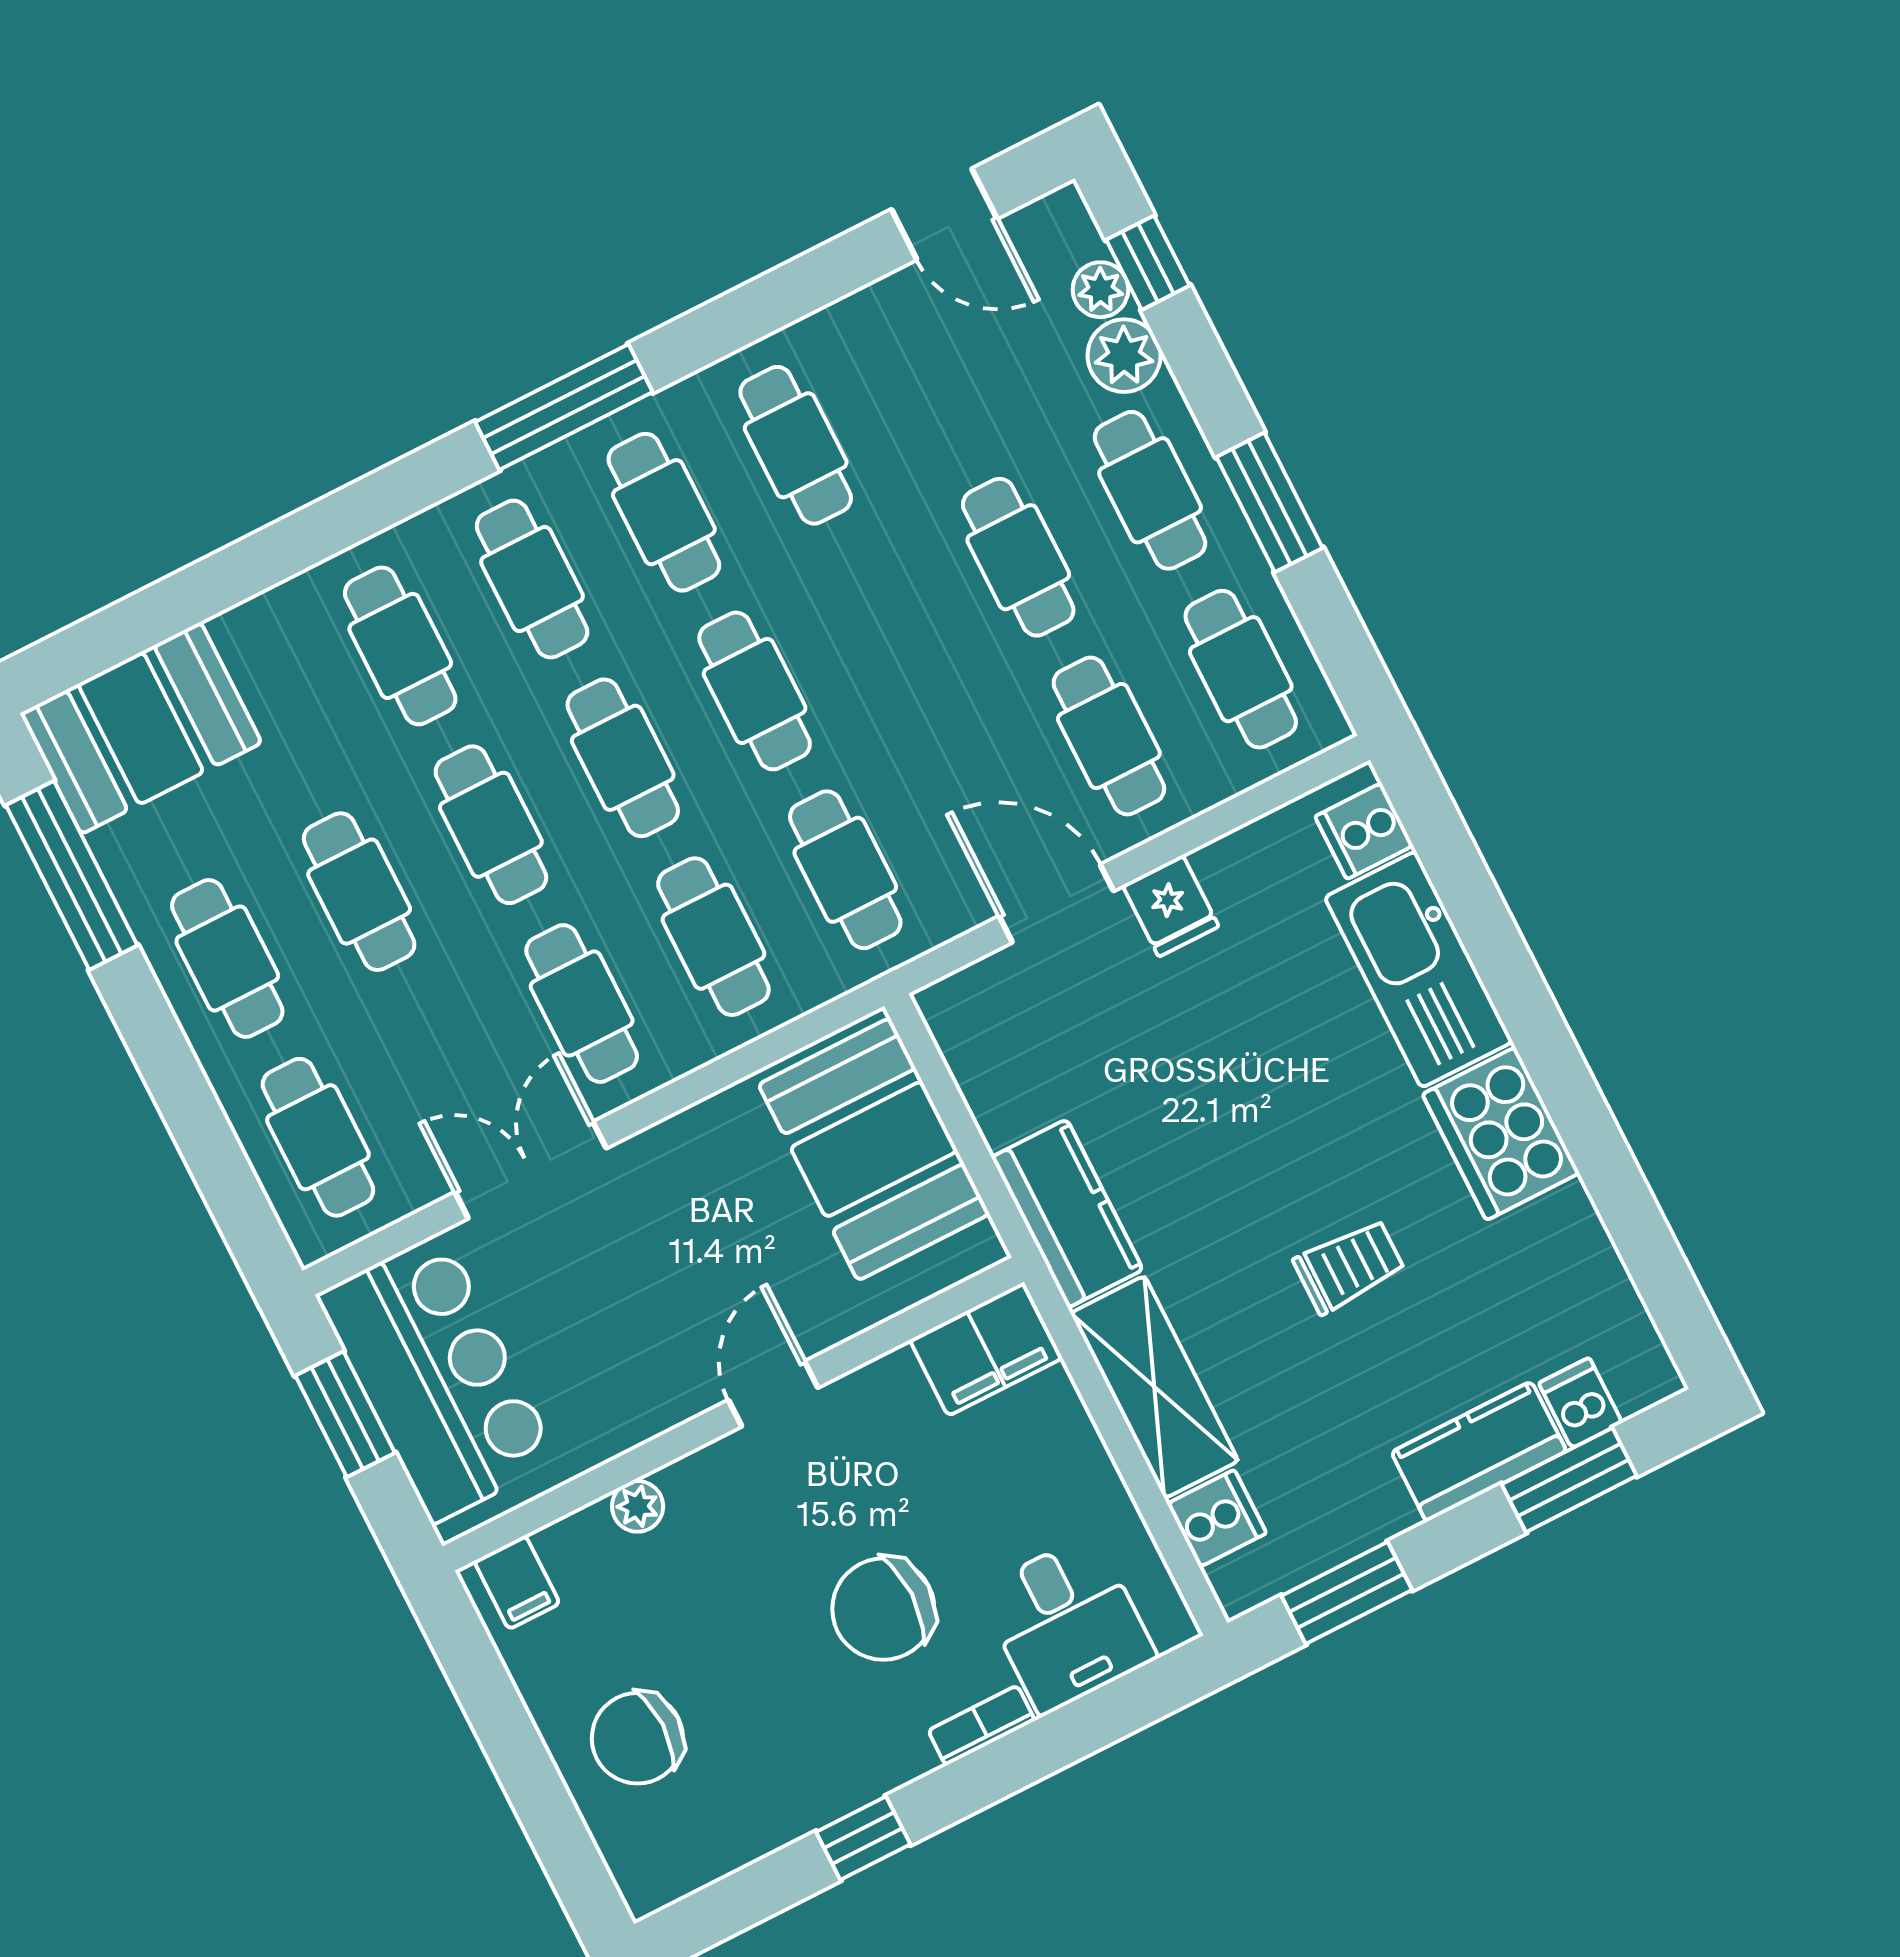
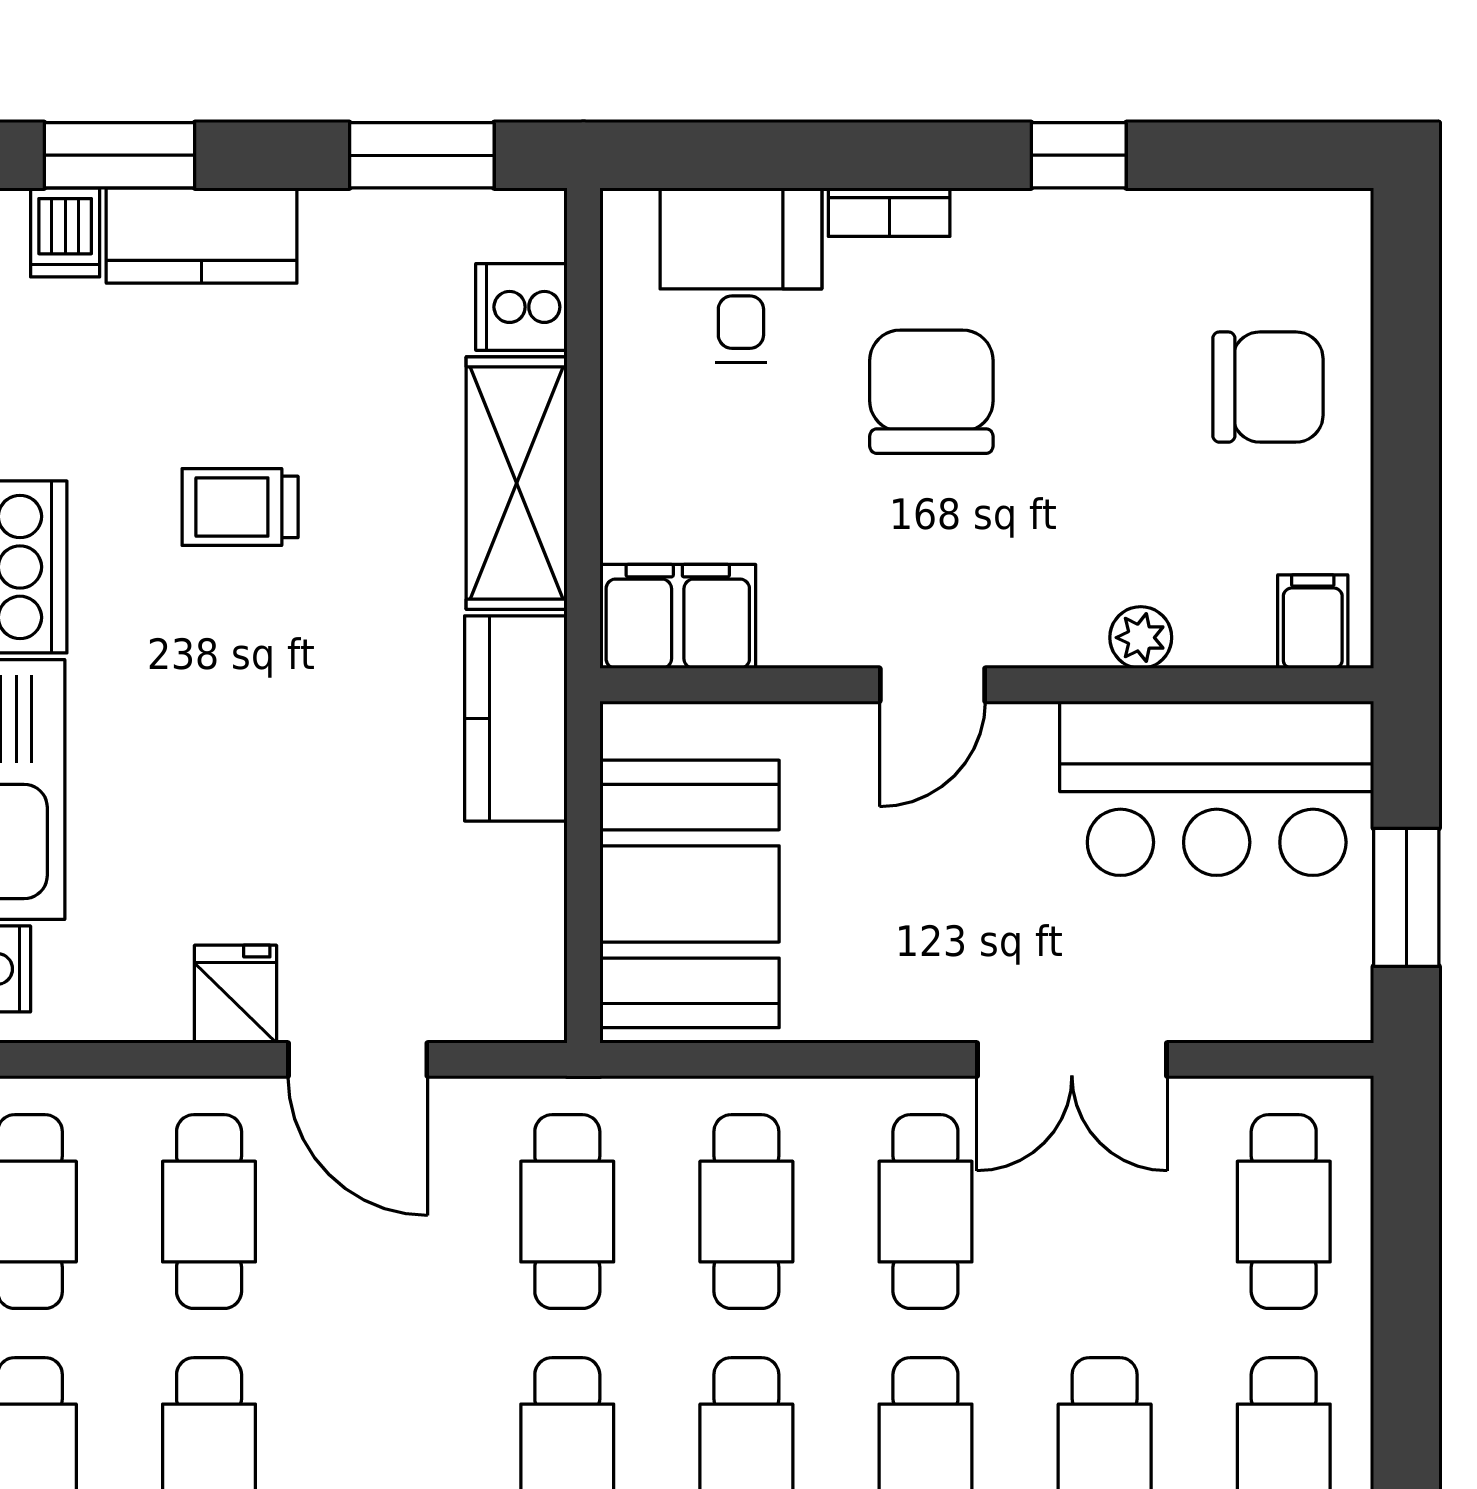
bar counter: (437, 1378) -> (1217, 788), moved, turned -90
chair: (883, 1609) -> (931, 392), turned -90

